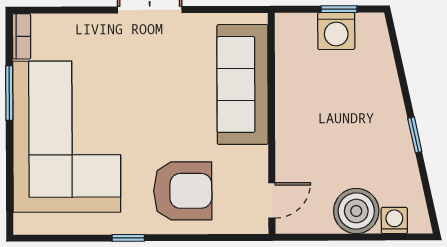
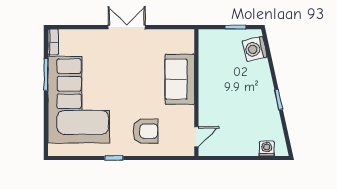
washing machine: (336, 31) -> (255, 49), moved, turned 78
sofa: (243, 84) -> (180, 79), width x0.73
armchair: (183, 191) -> (145, 131), width x0.73, depth x0.73
boiler: (356, 211) -> (245, 143), removed

